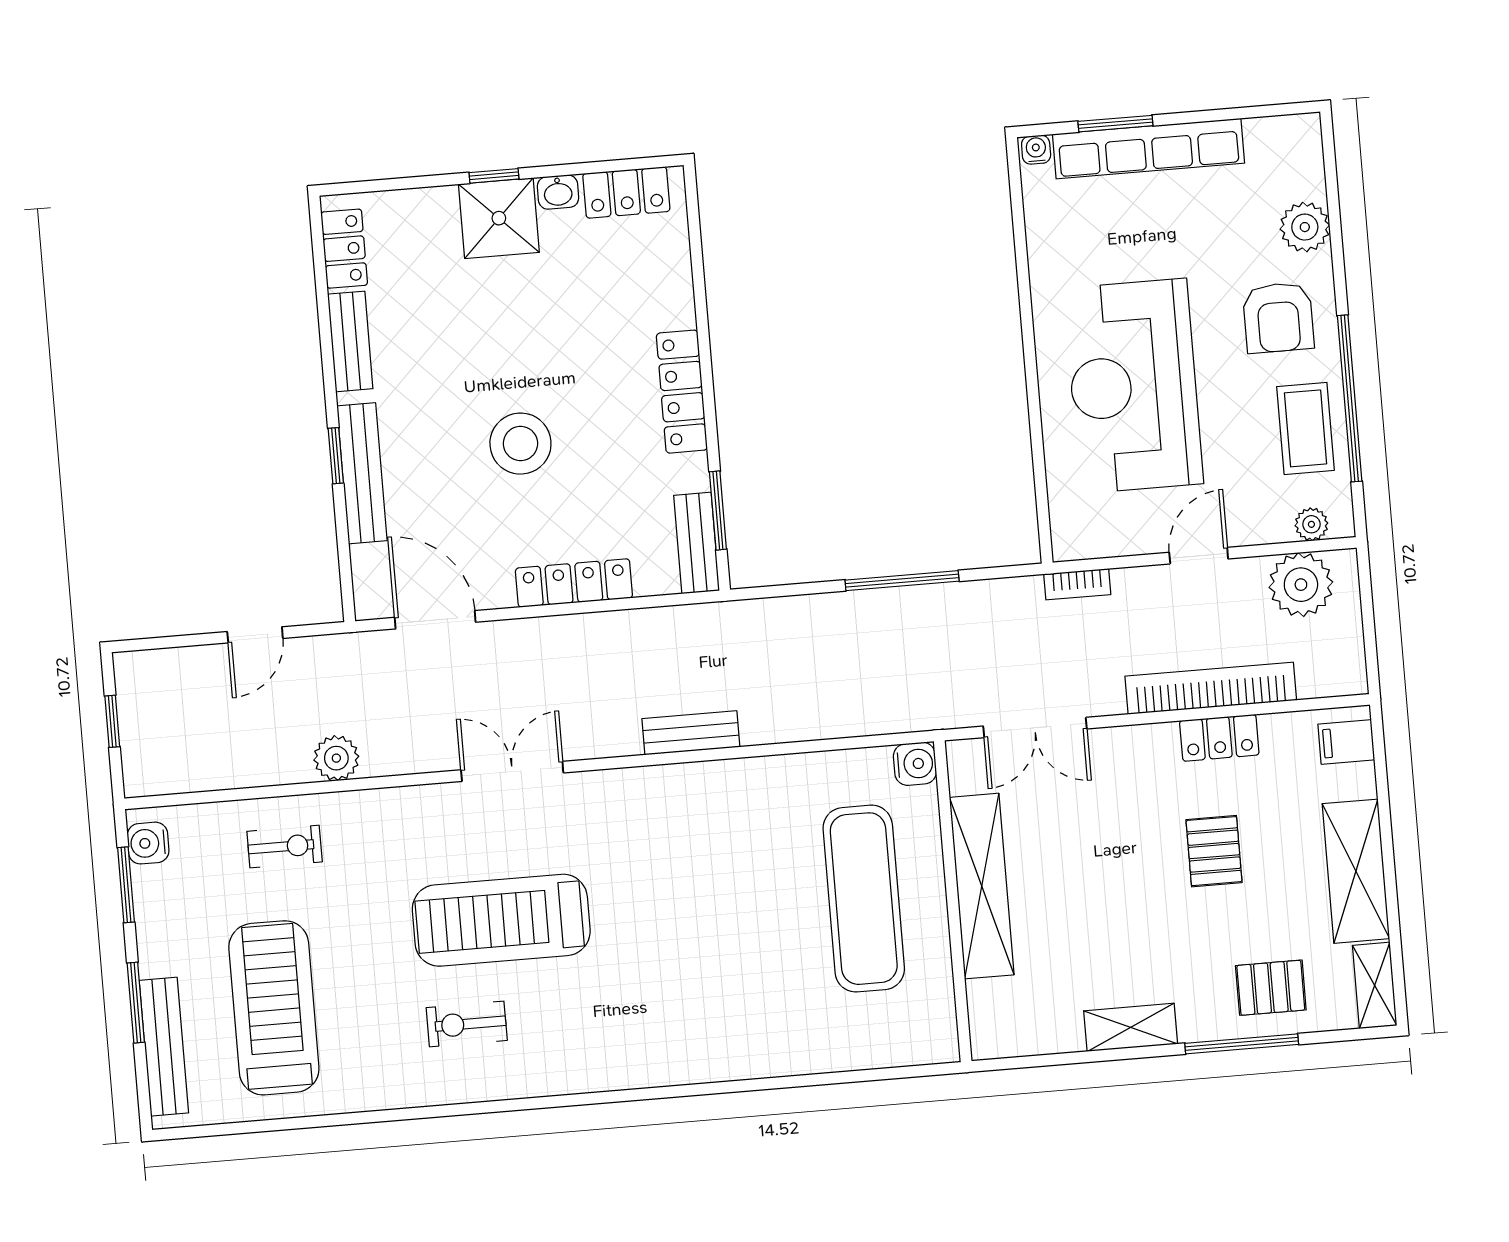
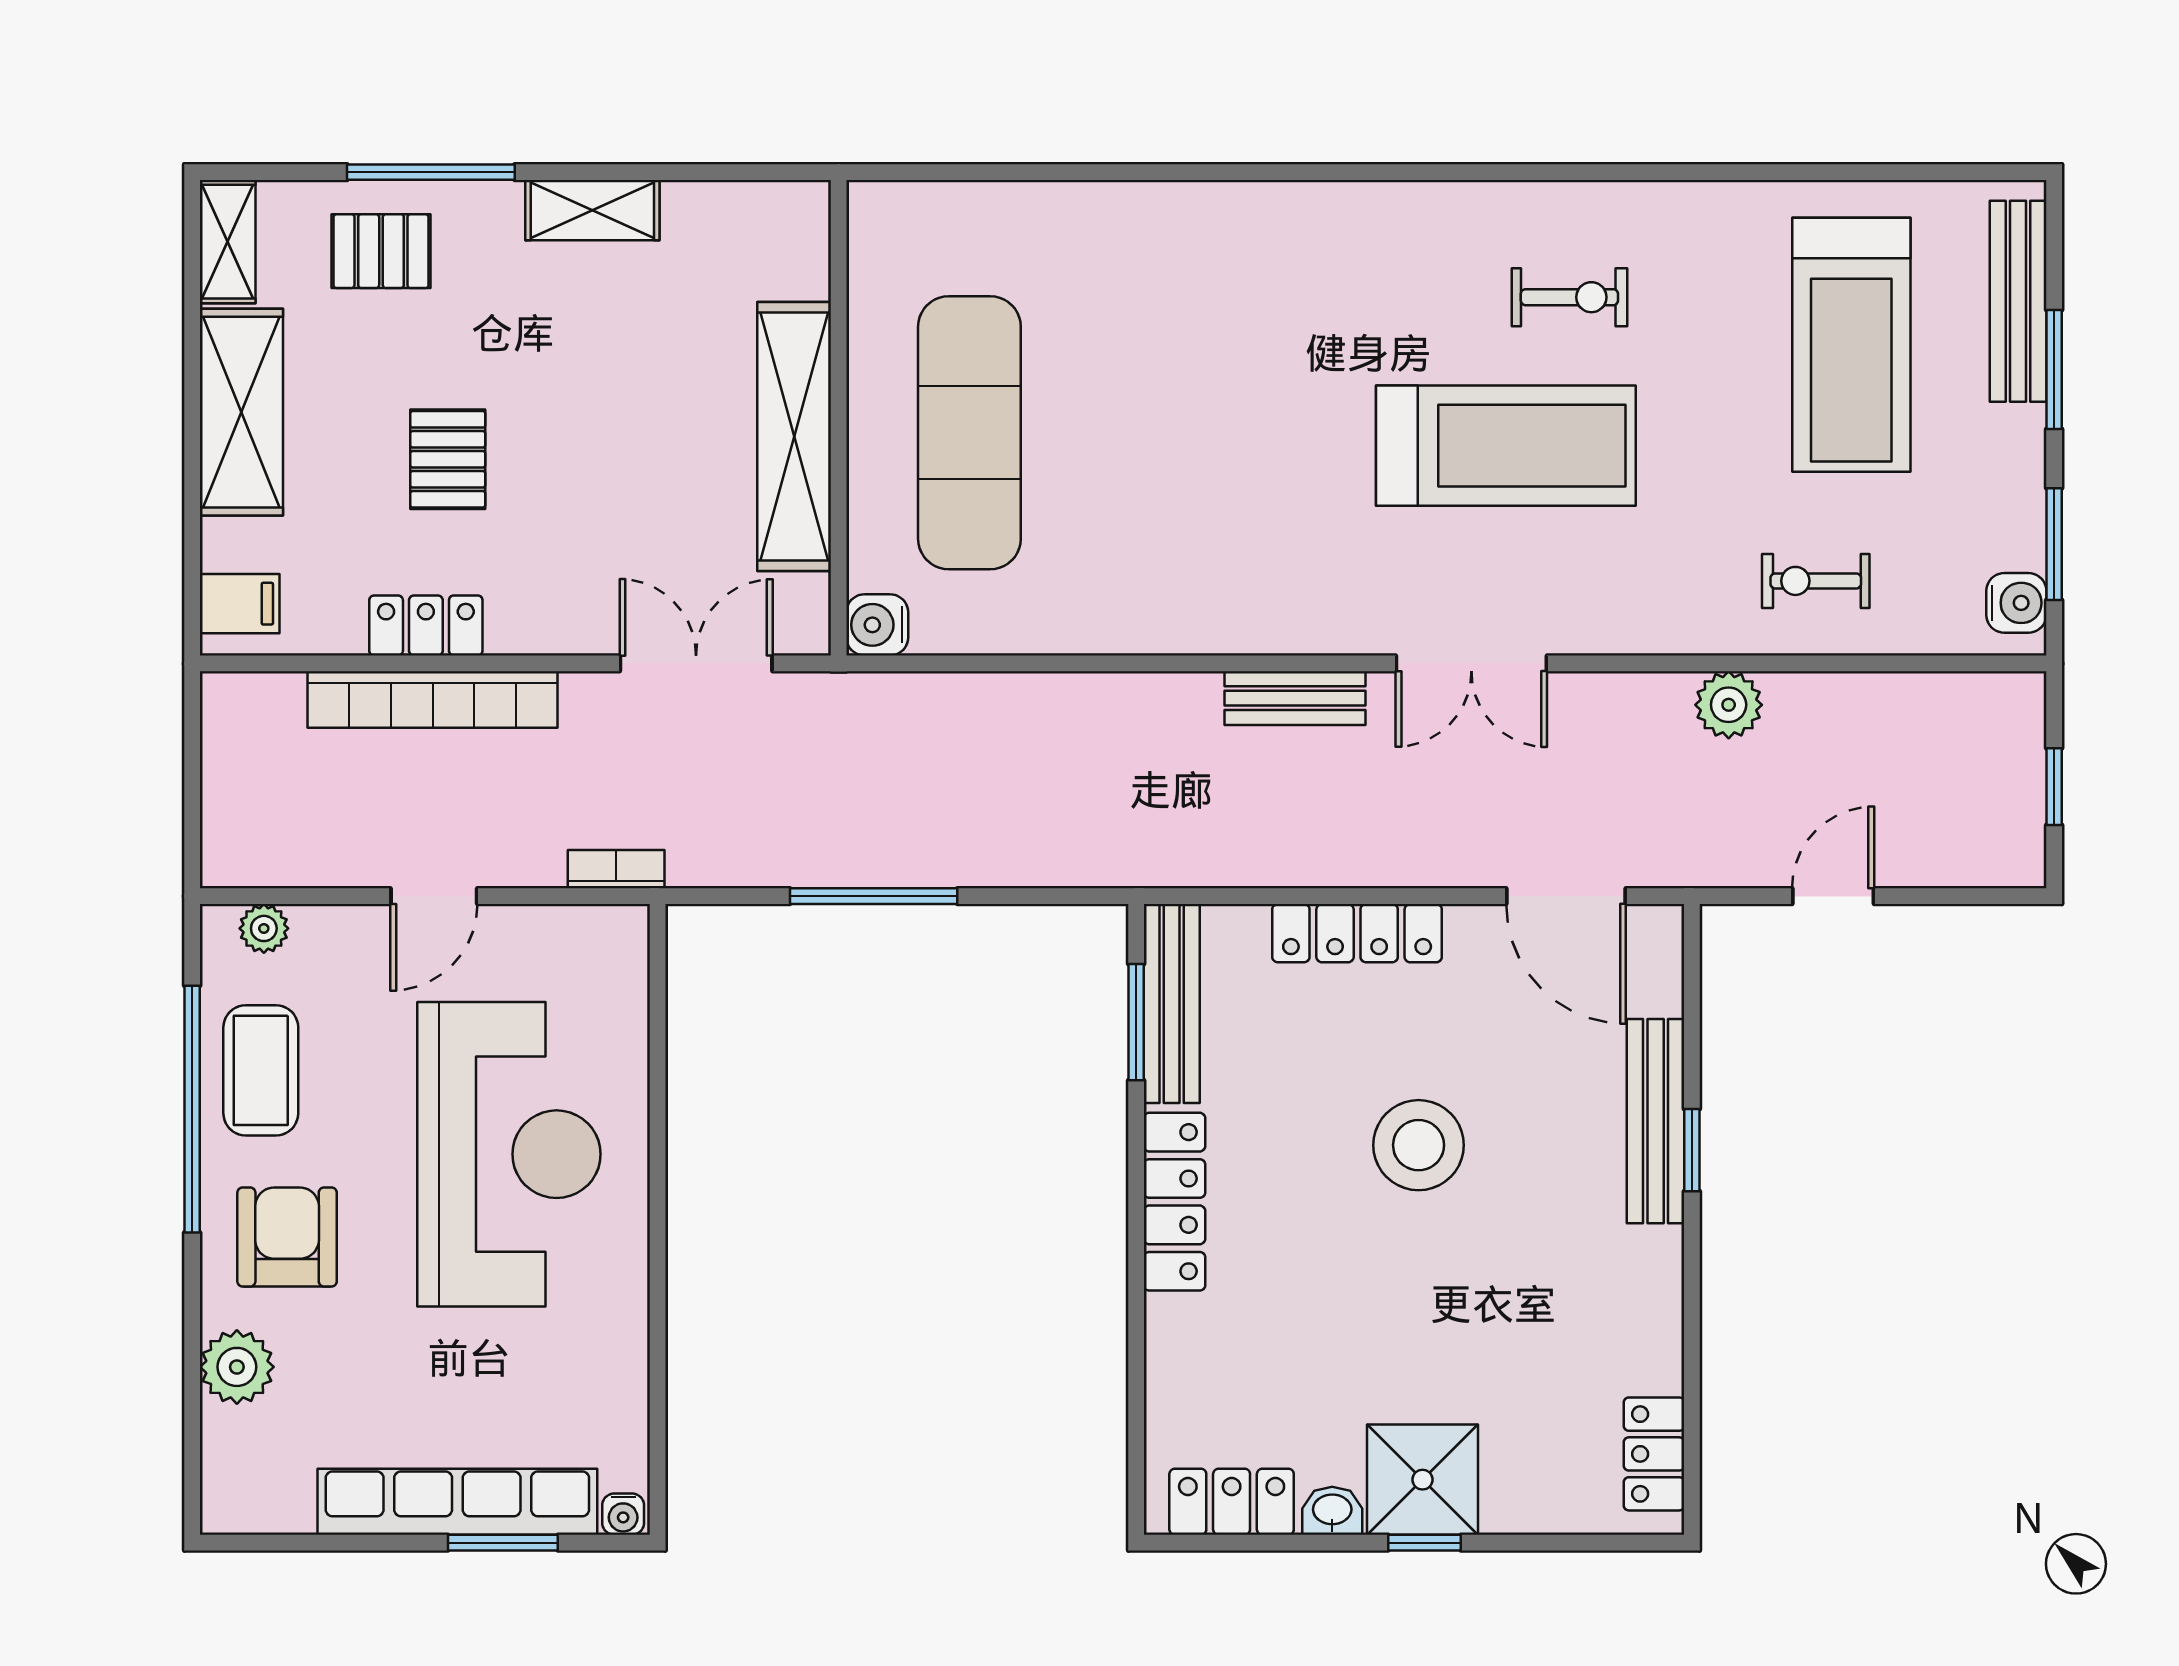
bench: (350, 341) -> (1657, 1317), removed
bench: (696, 543) -> (1172, 1004), width x1.36
plant: (1301, 585) -> (287, 841), removed
bench: (691, 733) -> (1295, 698), moved

